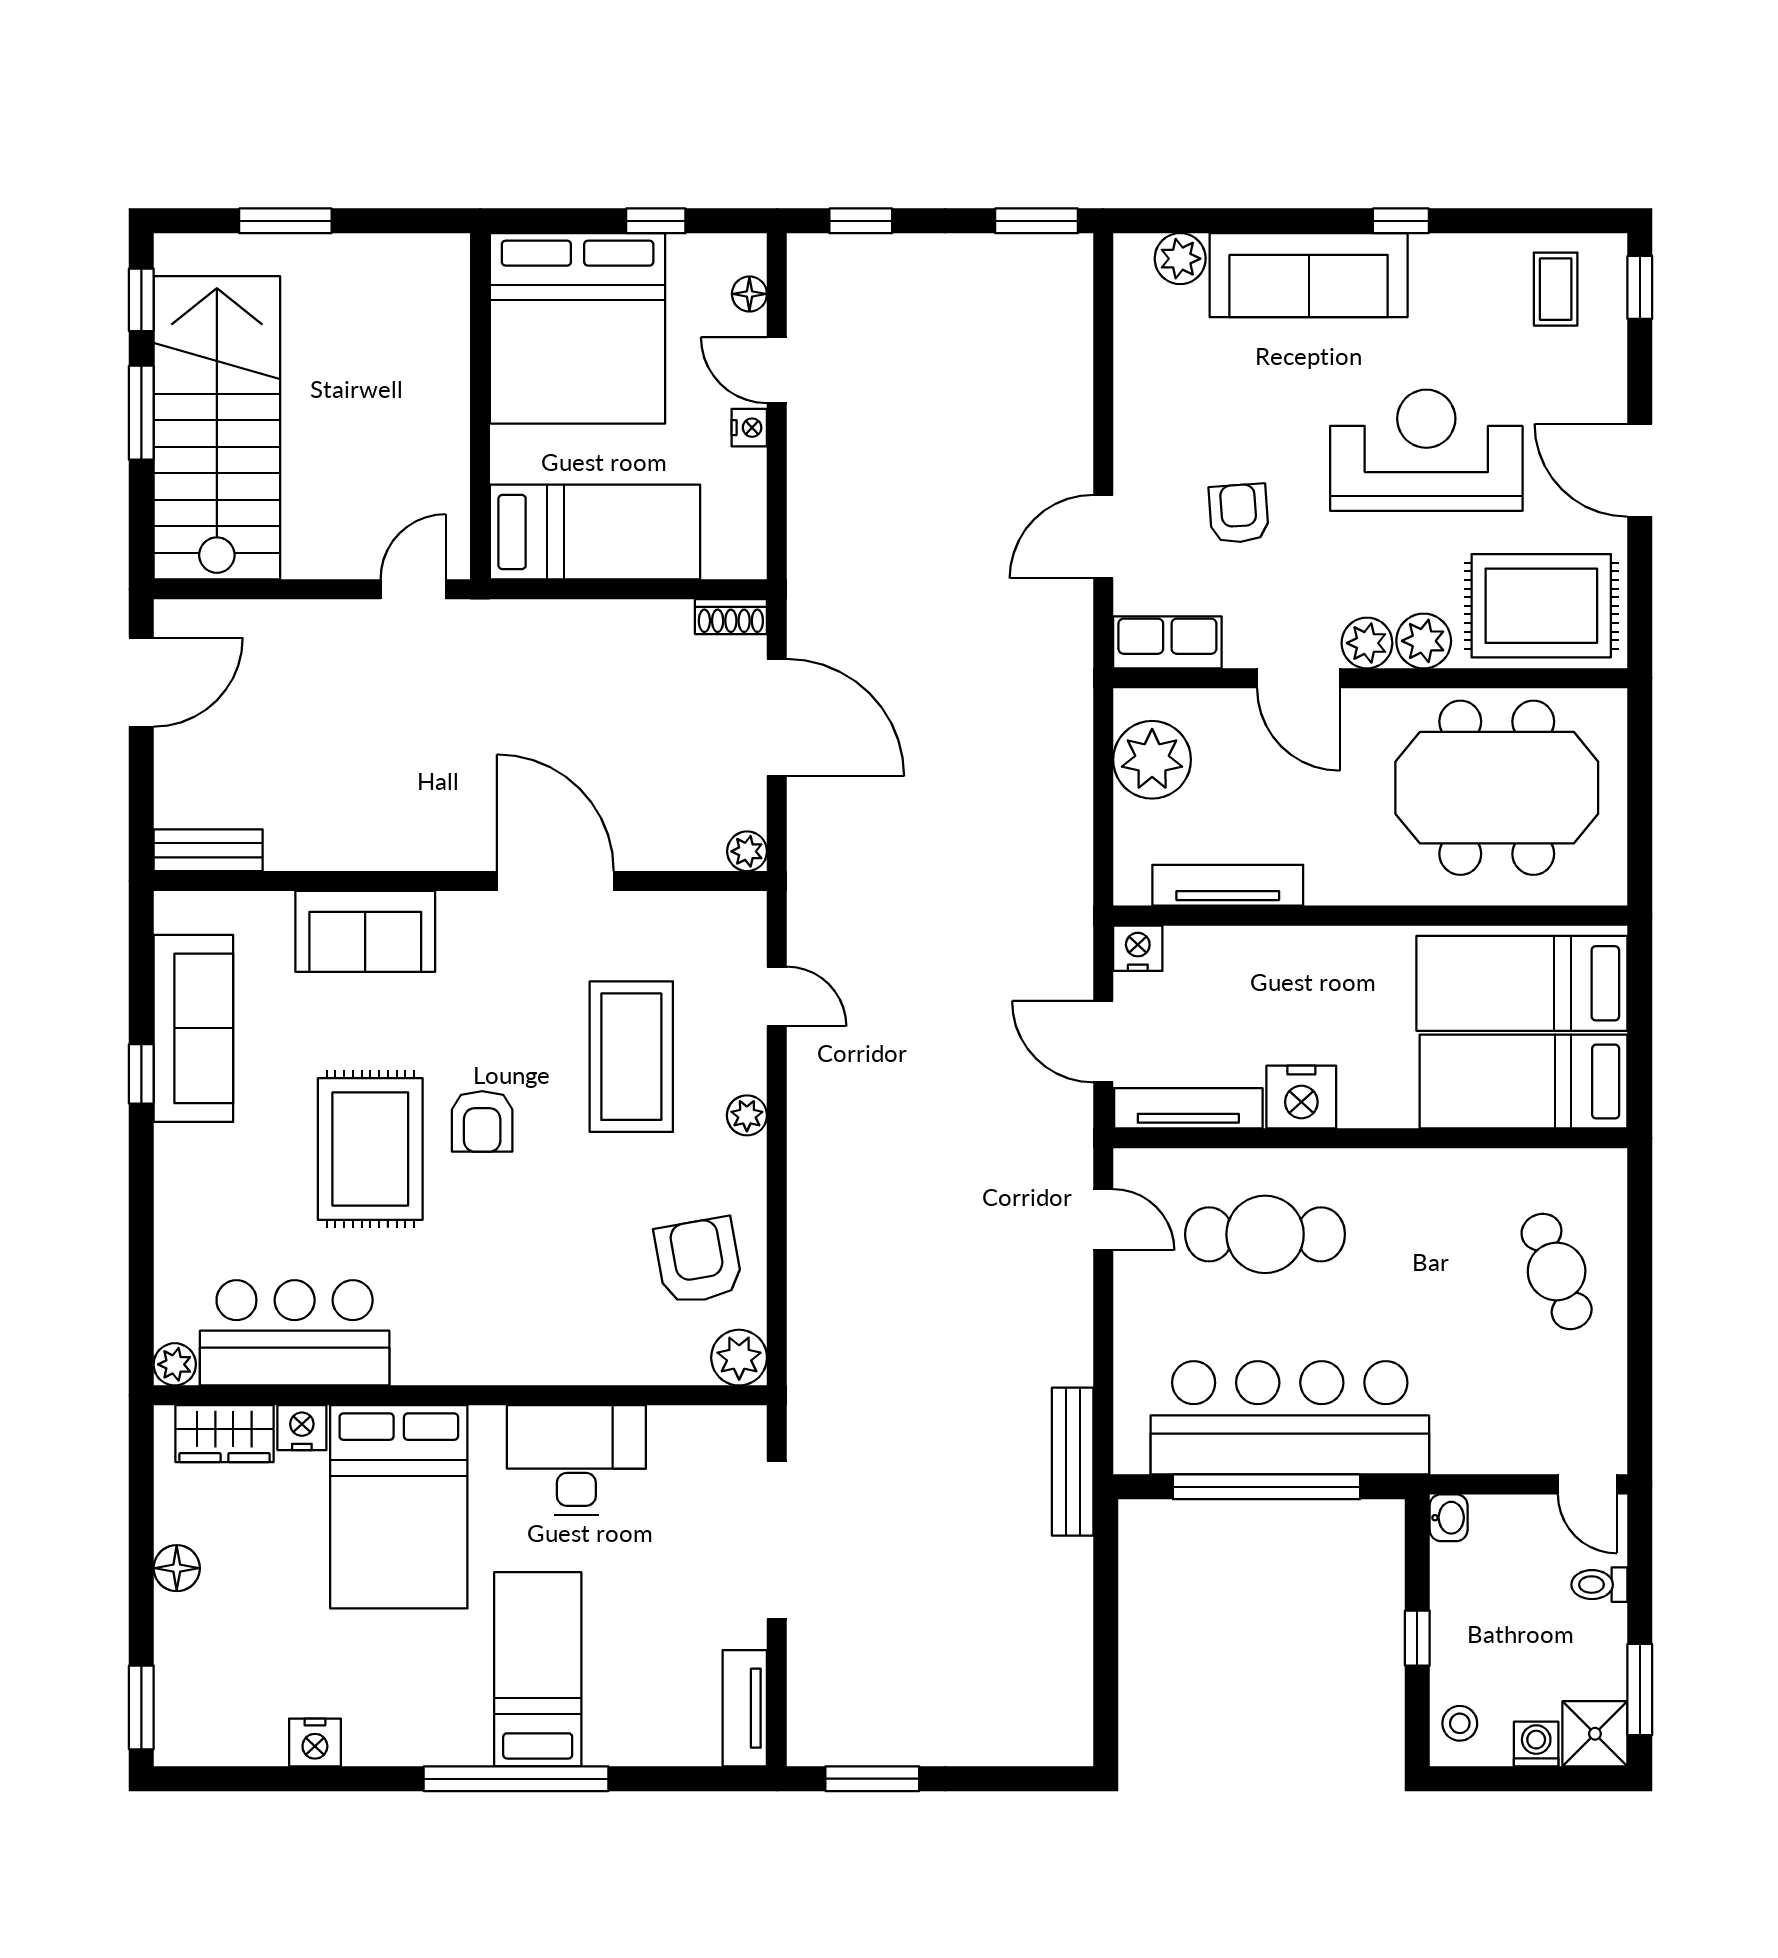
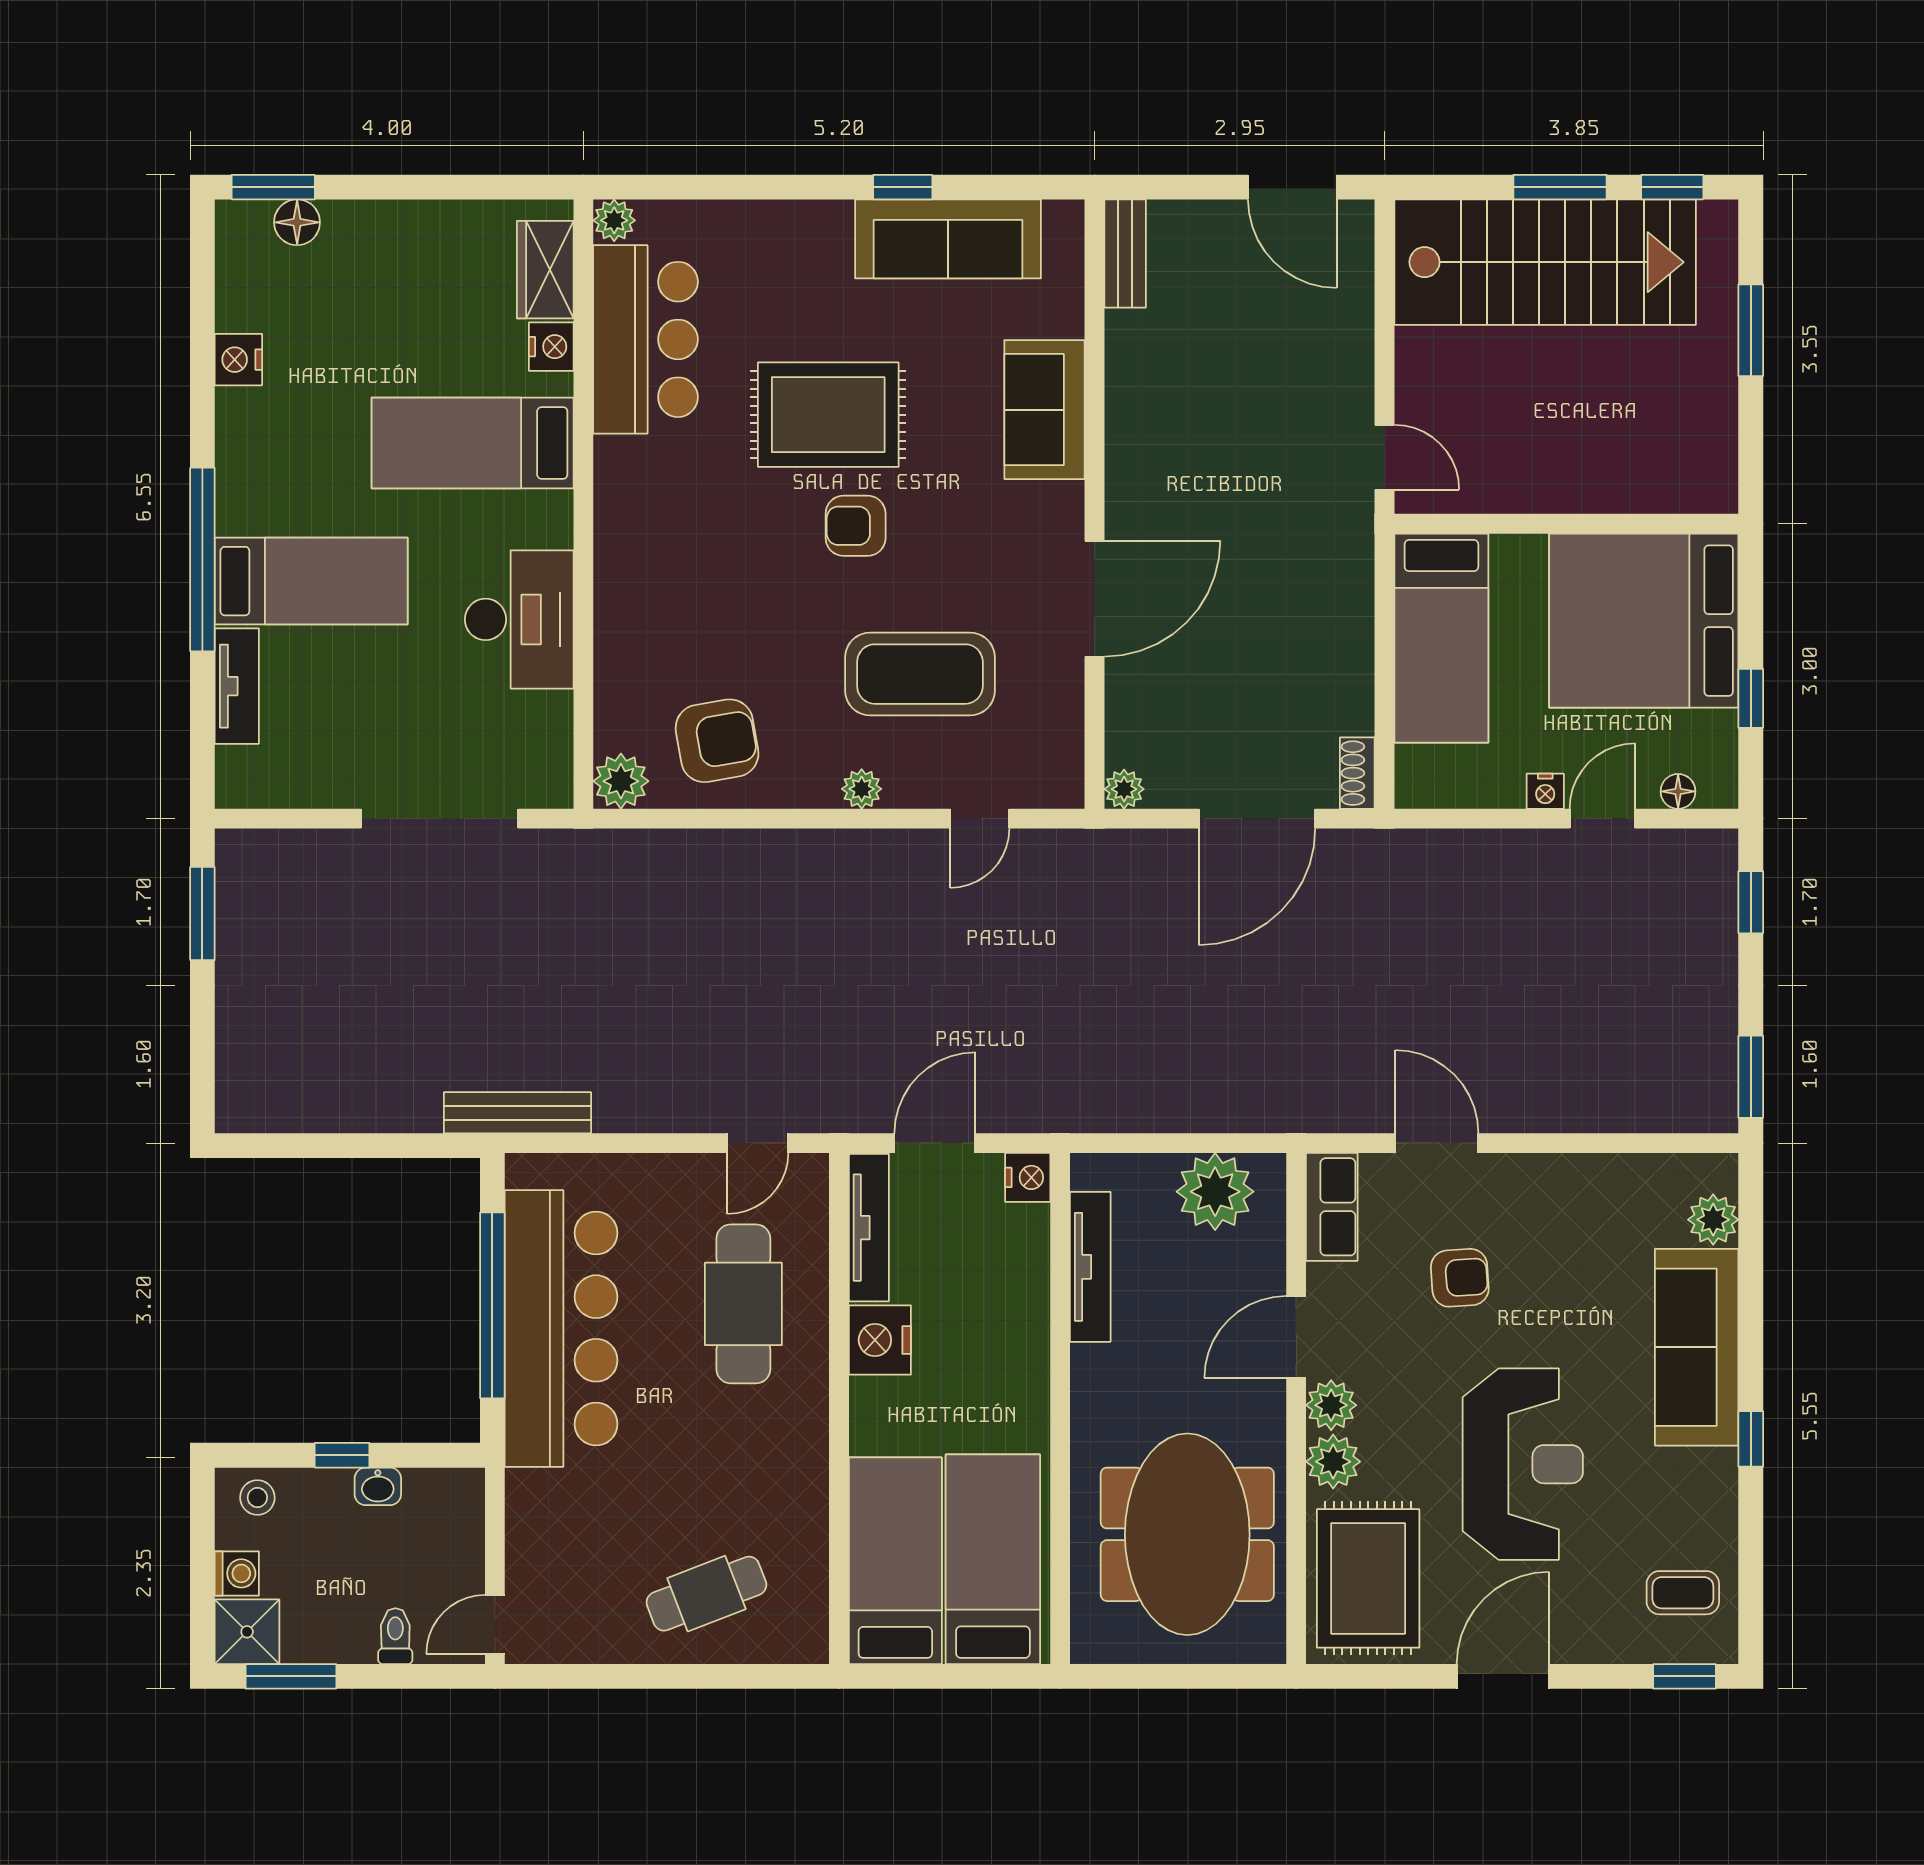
bed: (399, 1507) -> (473, 443), width x0.67
washbasin: (1449, 1518) -> (378, 1486), moved
floor lamp: (177, 1568) -> (297, 222), moved
tv unit: (745, 1708) -> (237, 686), moved, turned 90

